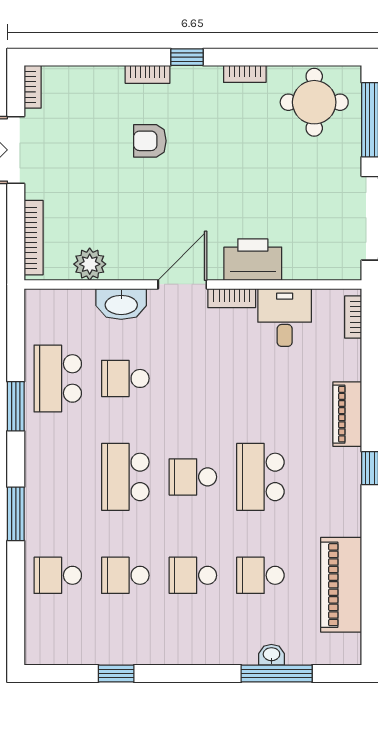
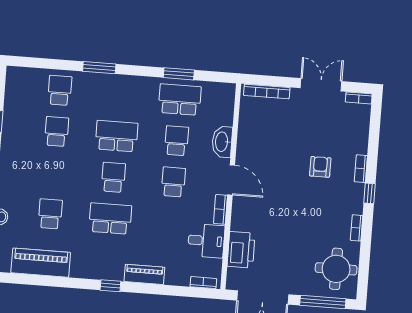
printer: (253, 260) -> (241, 250), moved
plant: (90, 264) -> (248, 124), removed
window: (16, 406) -> (179, 74), moved
school desk: (193, 575) -> (173, 182), moved

